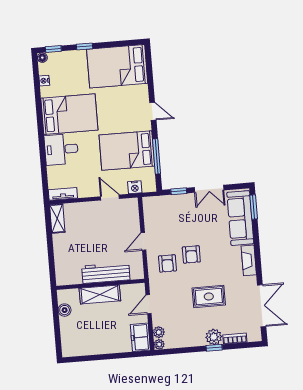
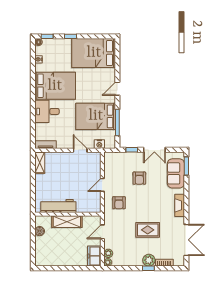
door: (153, 111) -> (117, 89), swing flipped
sofa: (240, 218) -> (176, 173), width x0.73
armchair: (191, 254) -> (139, 178), moved
workbench: (106, 273) -> (58, 206), moved

